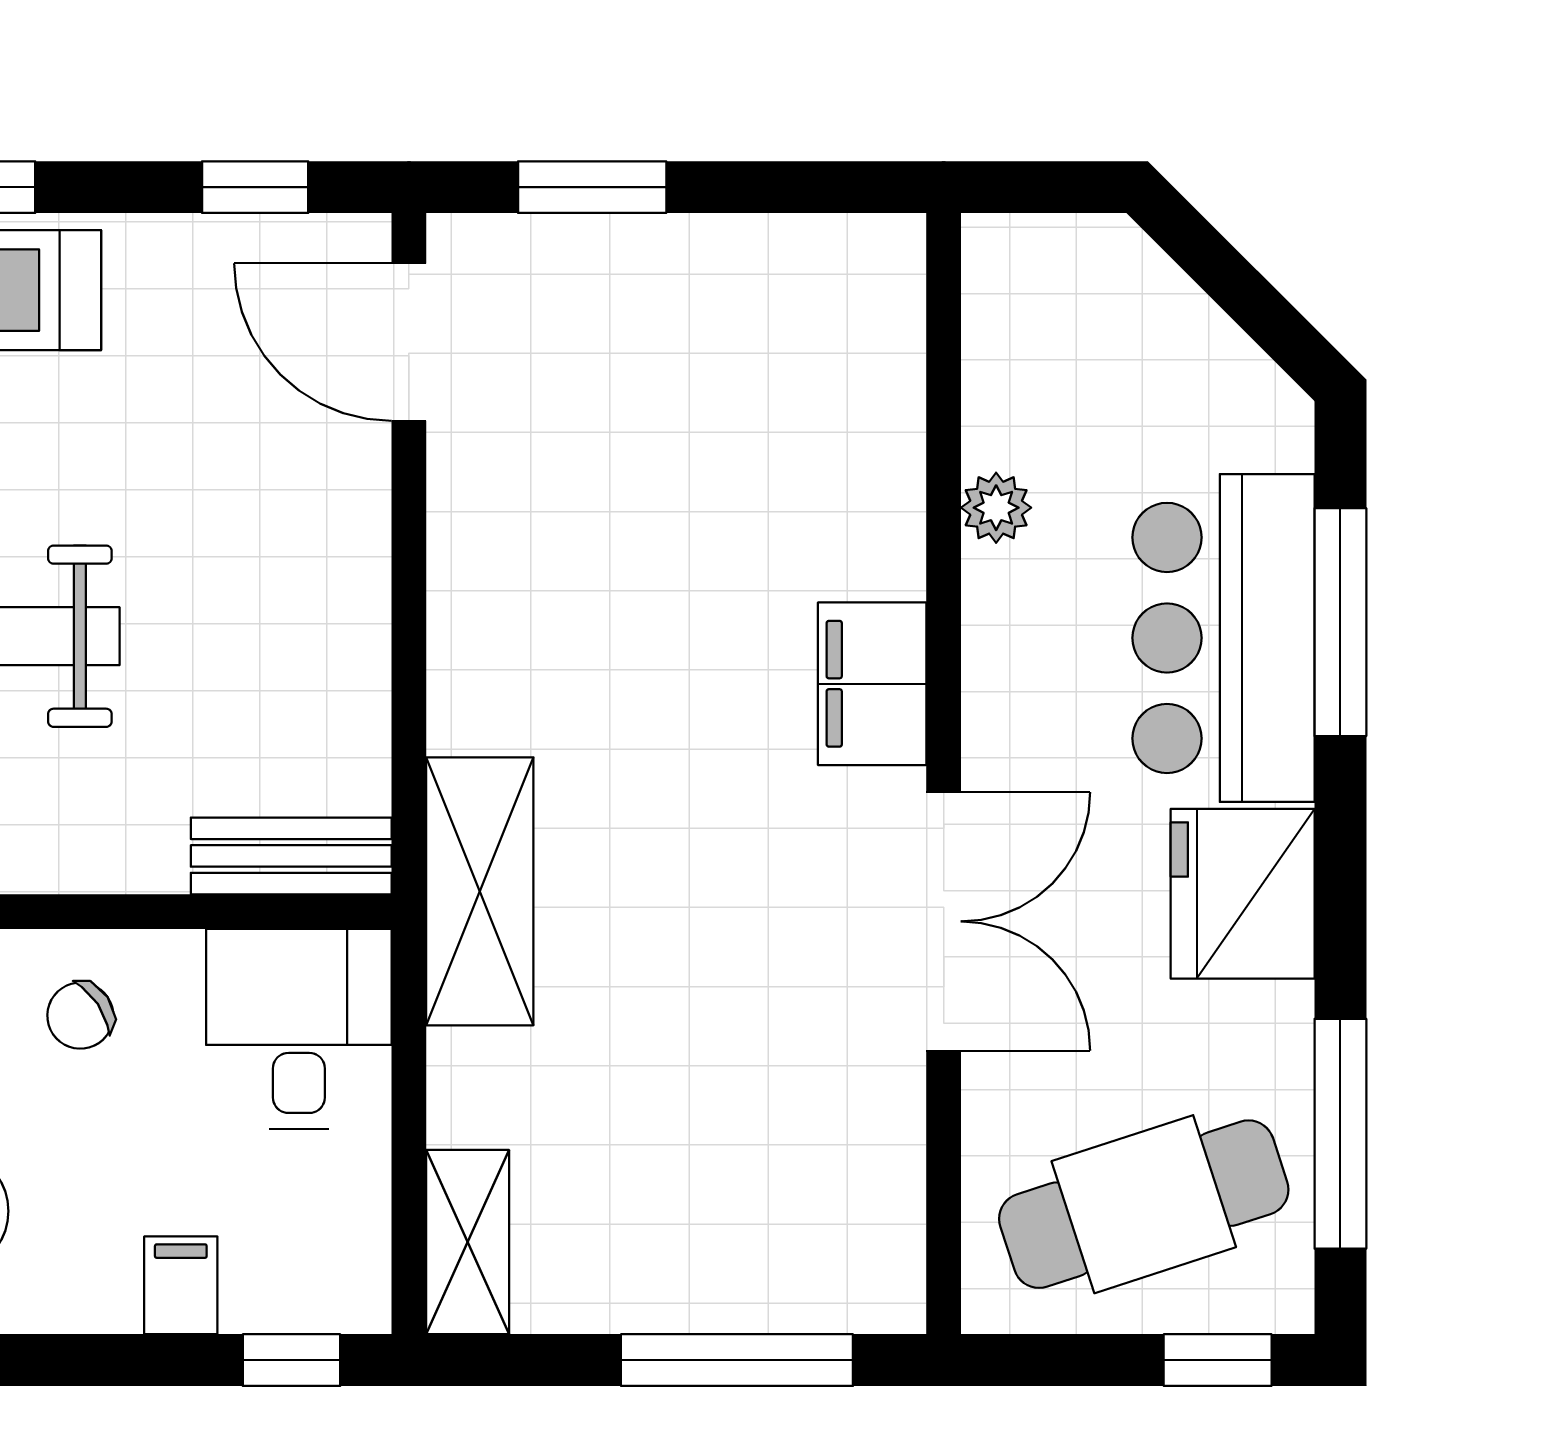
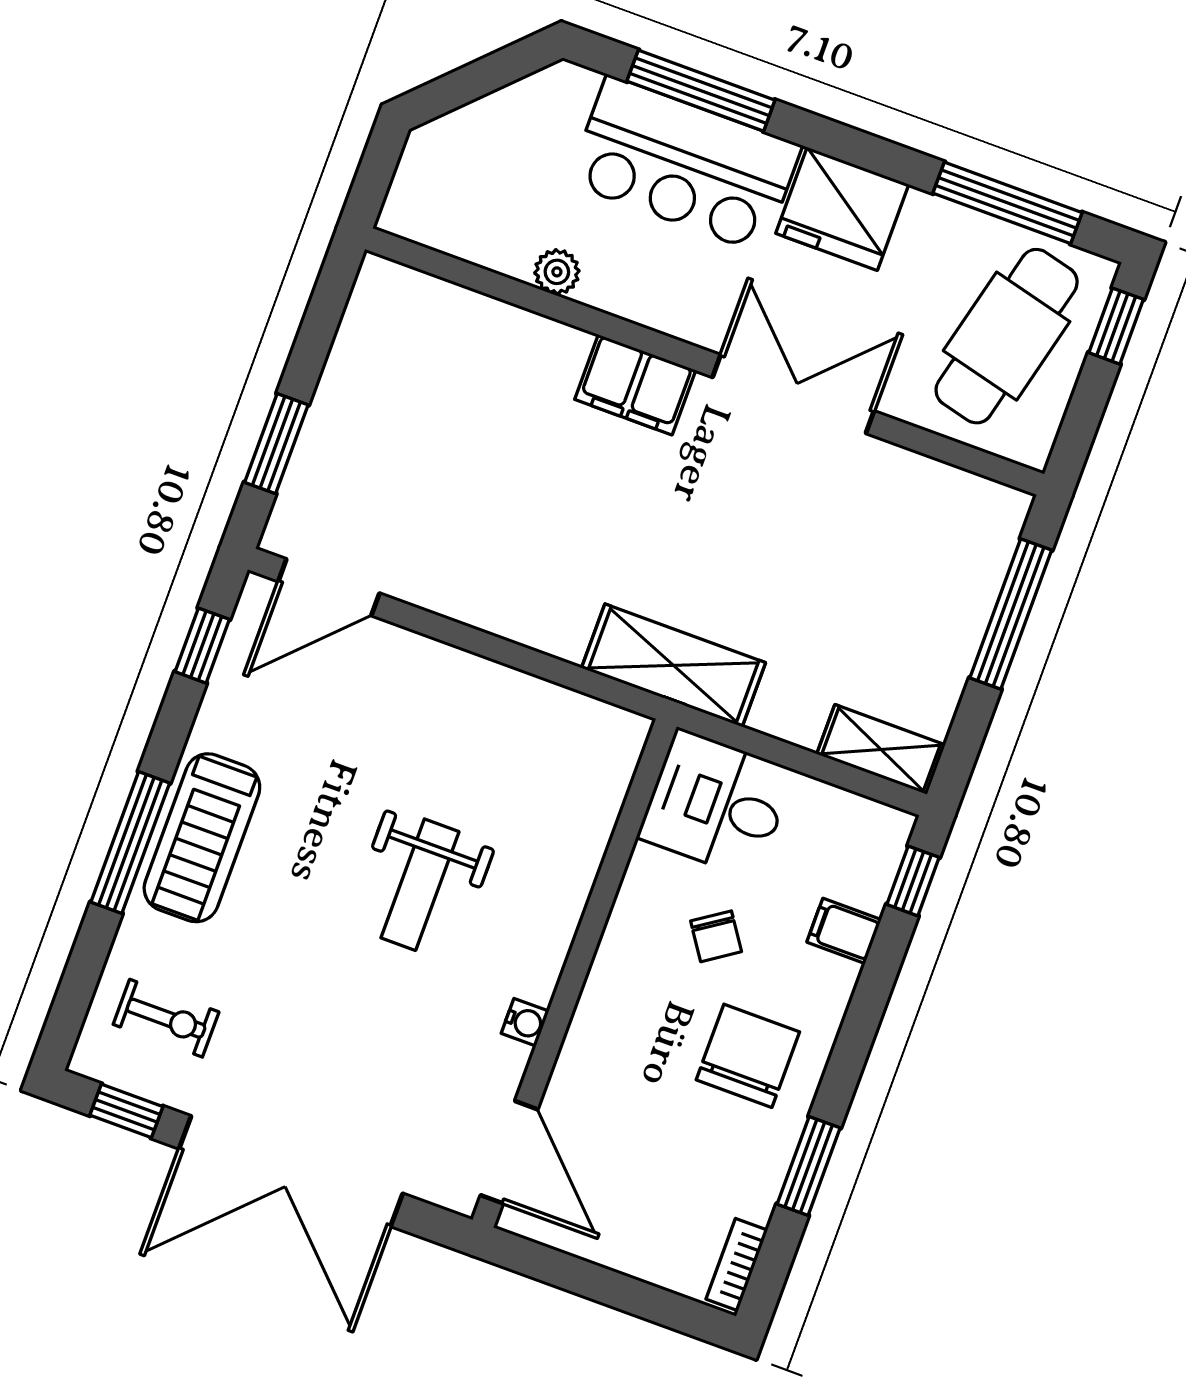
bench: (291, 856) -> (611, 771), removed
chair: (80, 1016) -> (716, 936), moved
cafe table: (1144, 1204) -> (1007, 336), turned 32

